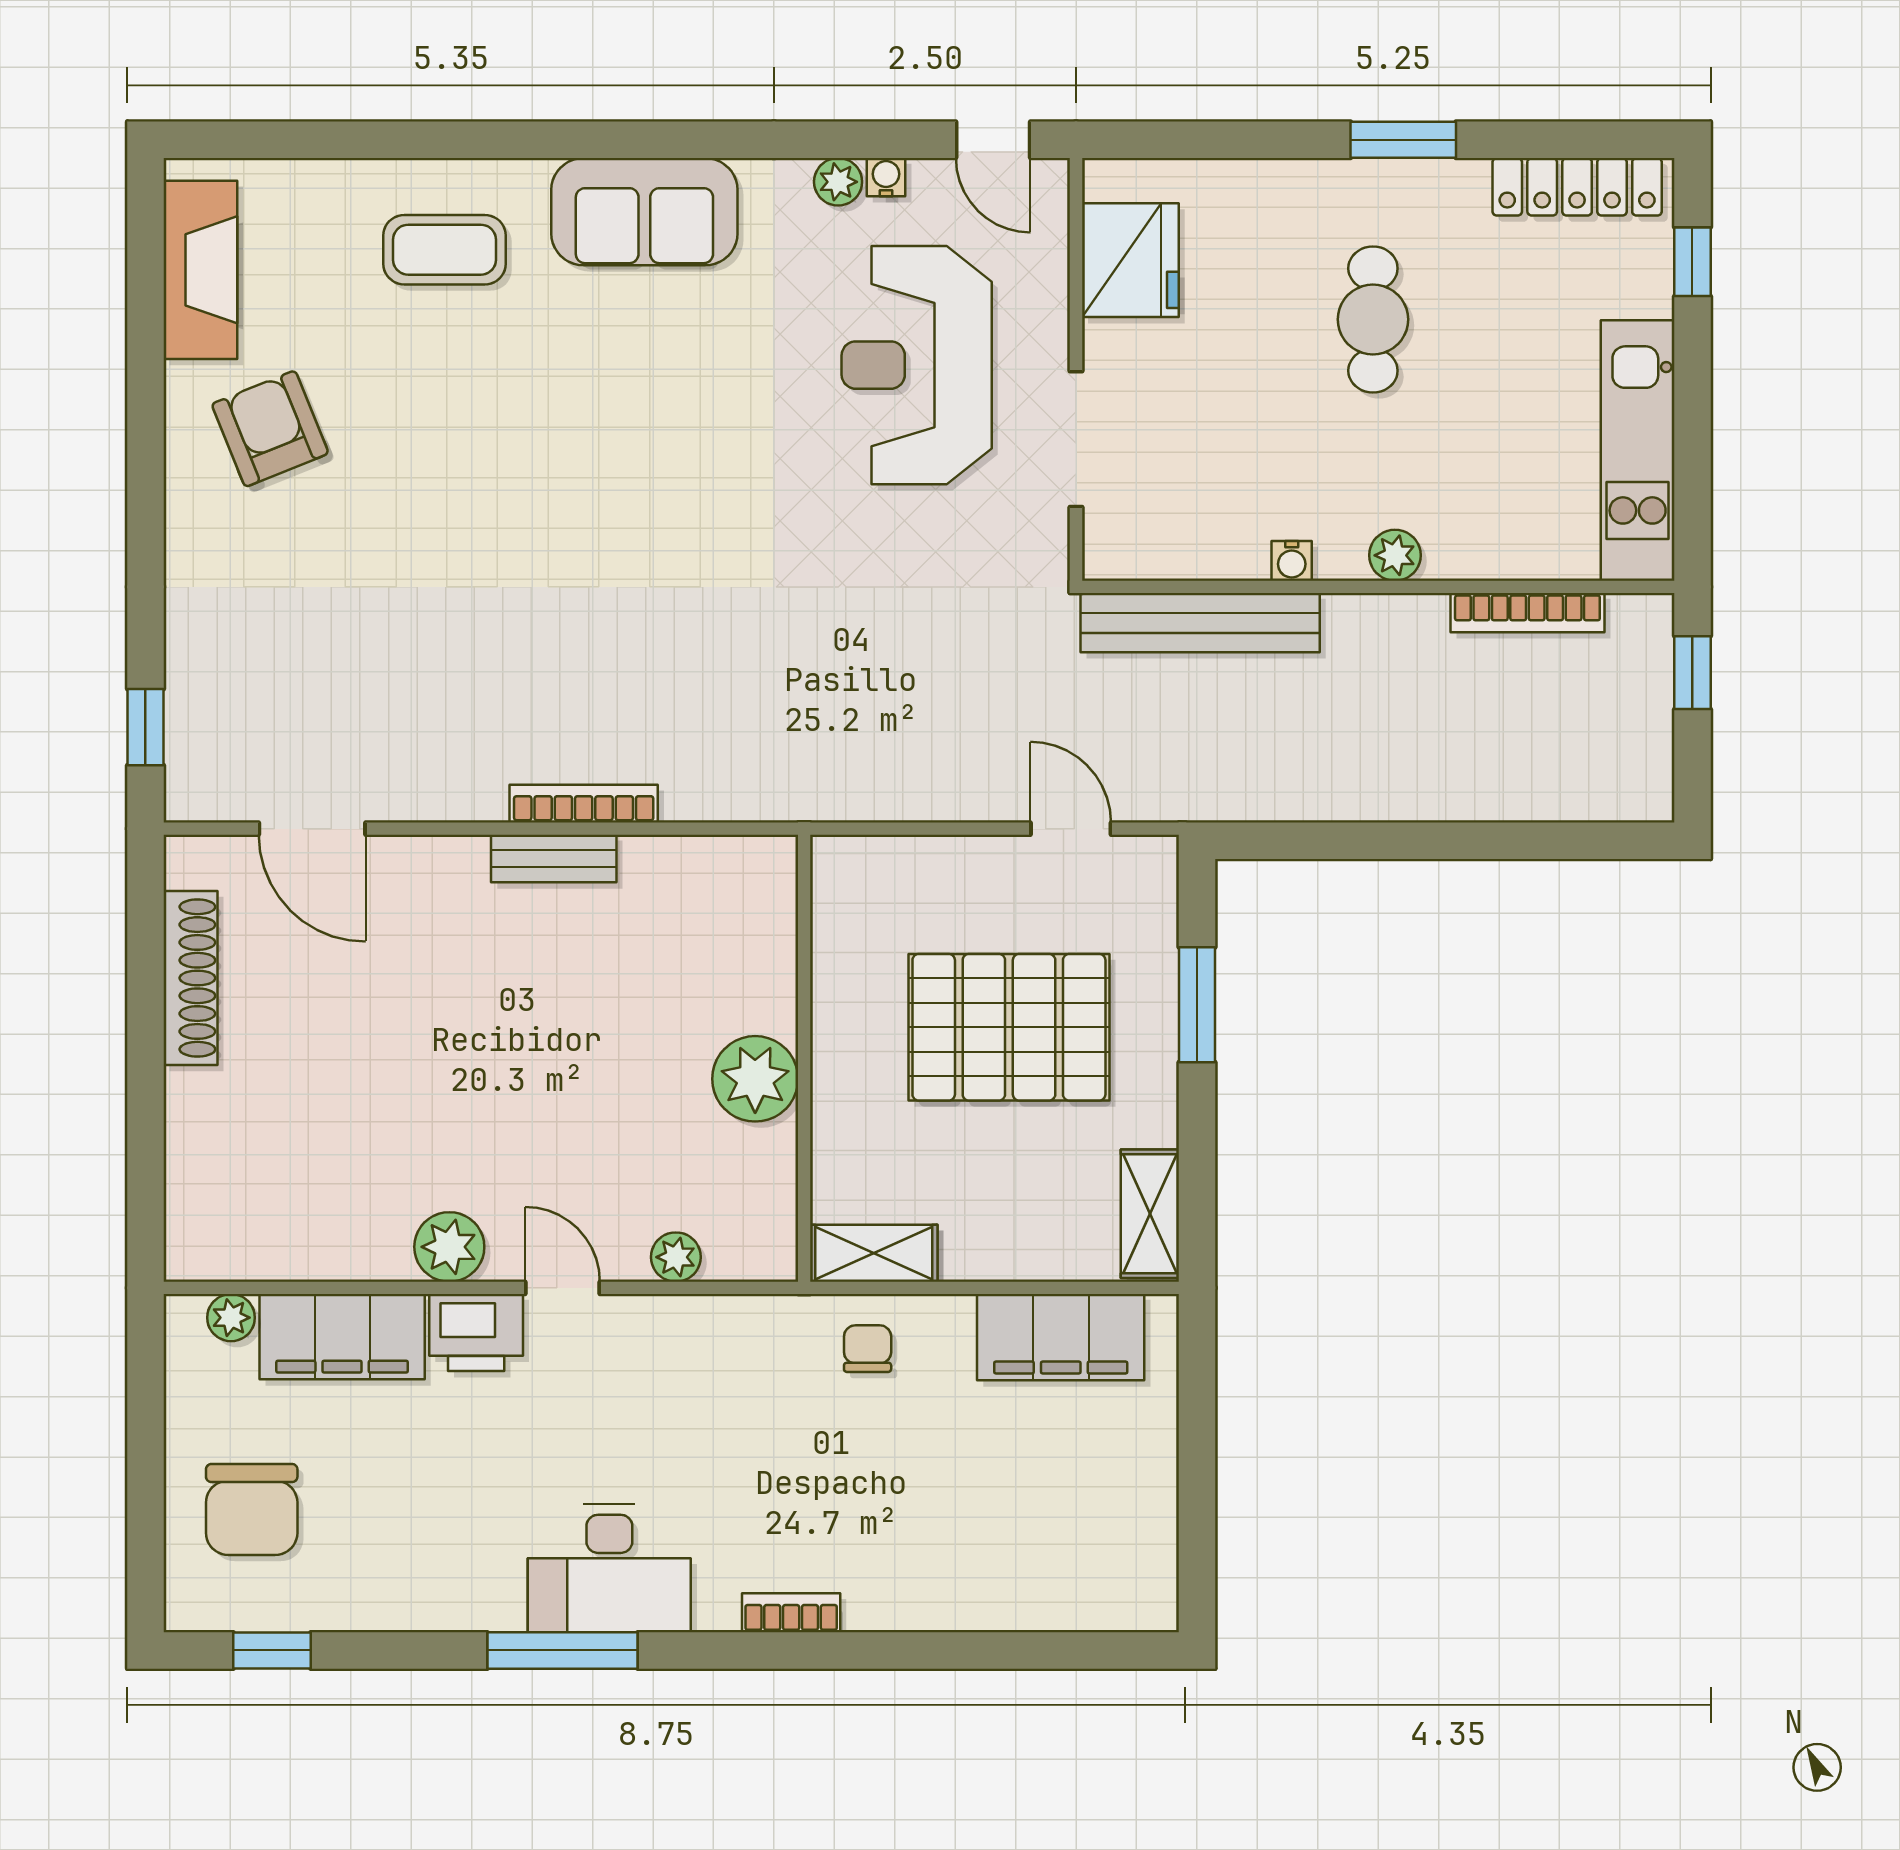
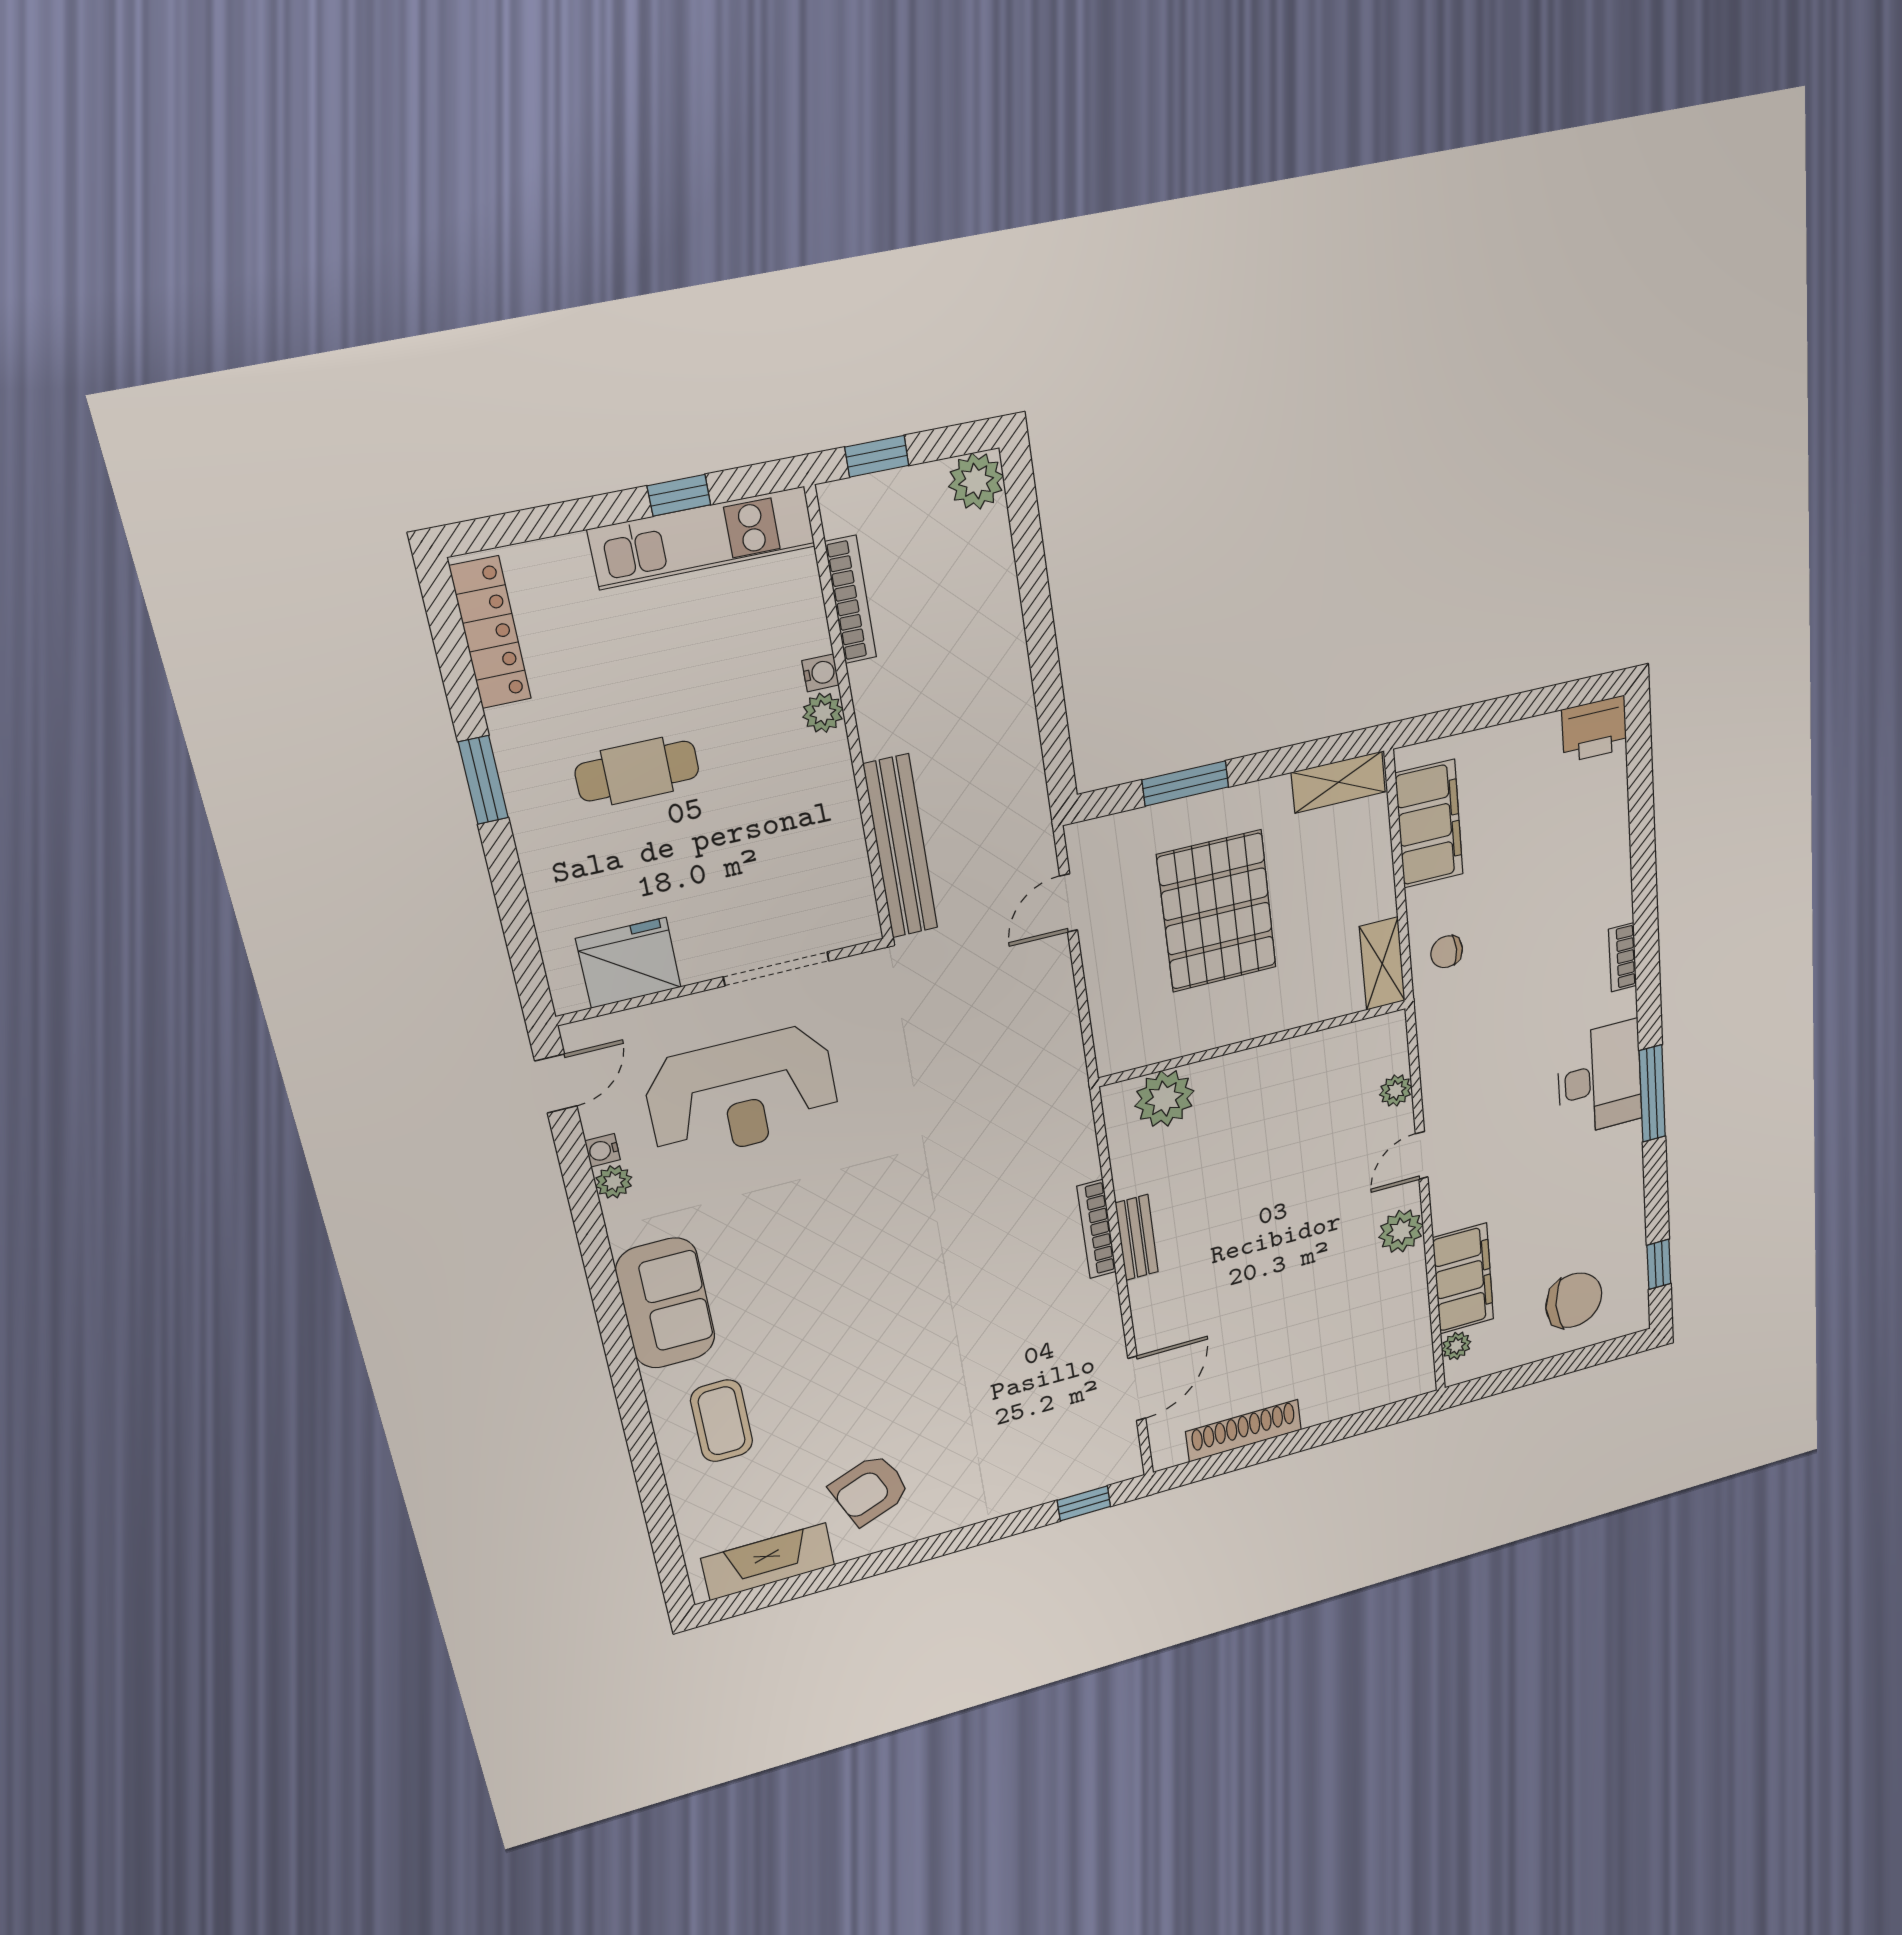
window: (1692, 262) -> (679, 495), moved
water cooler: (1292, 561) -> (820, 673), moved
plant: (1640, 788) -> (976, 481), added
plant: (755, 1079) -> (1164, 1099), moved
printer: (476, 1333) -> (1594, 729), moved, turned 90

